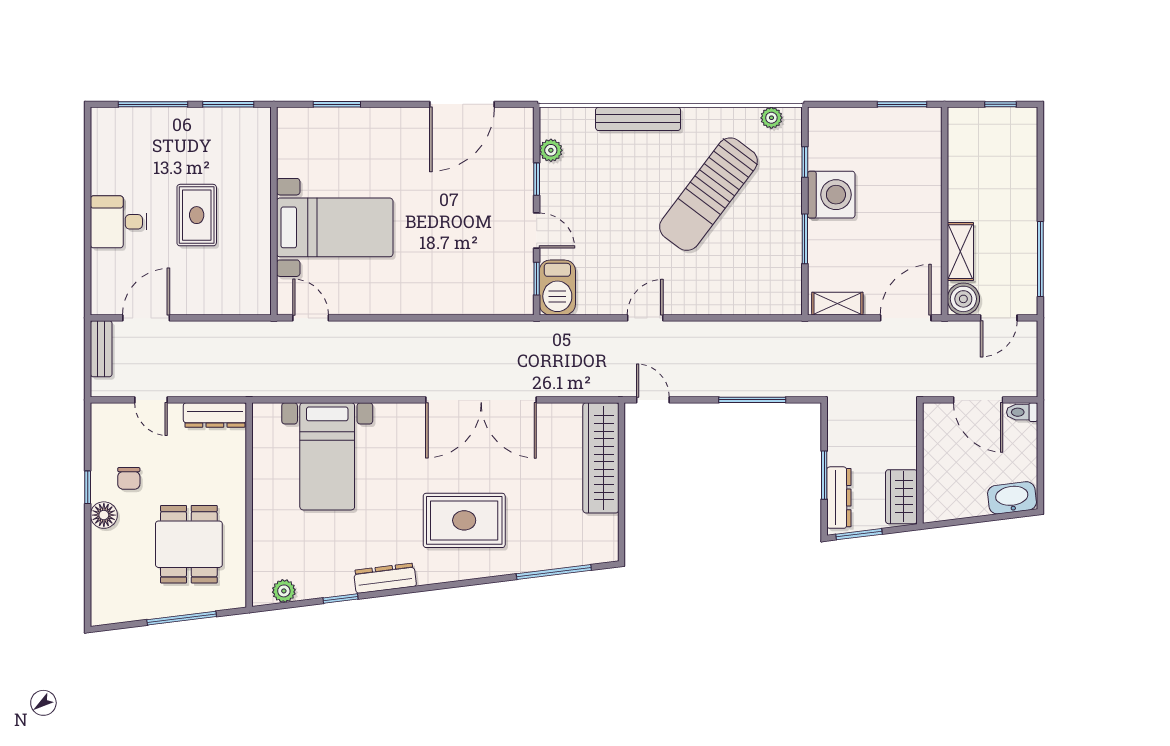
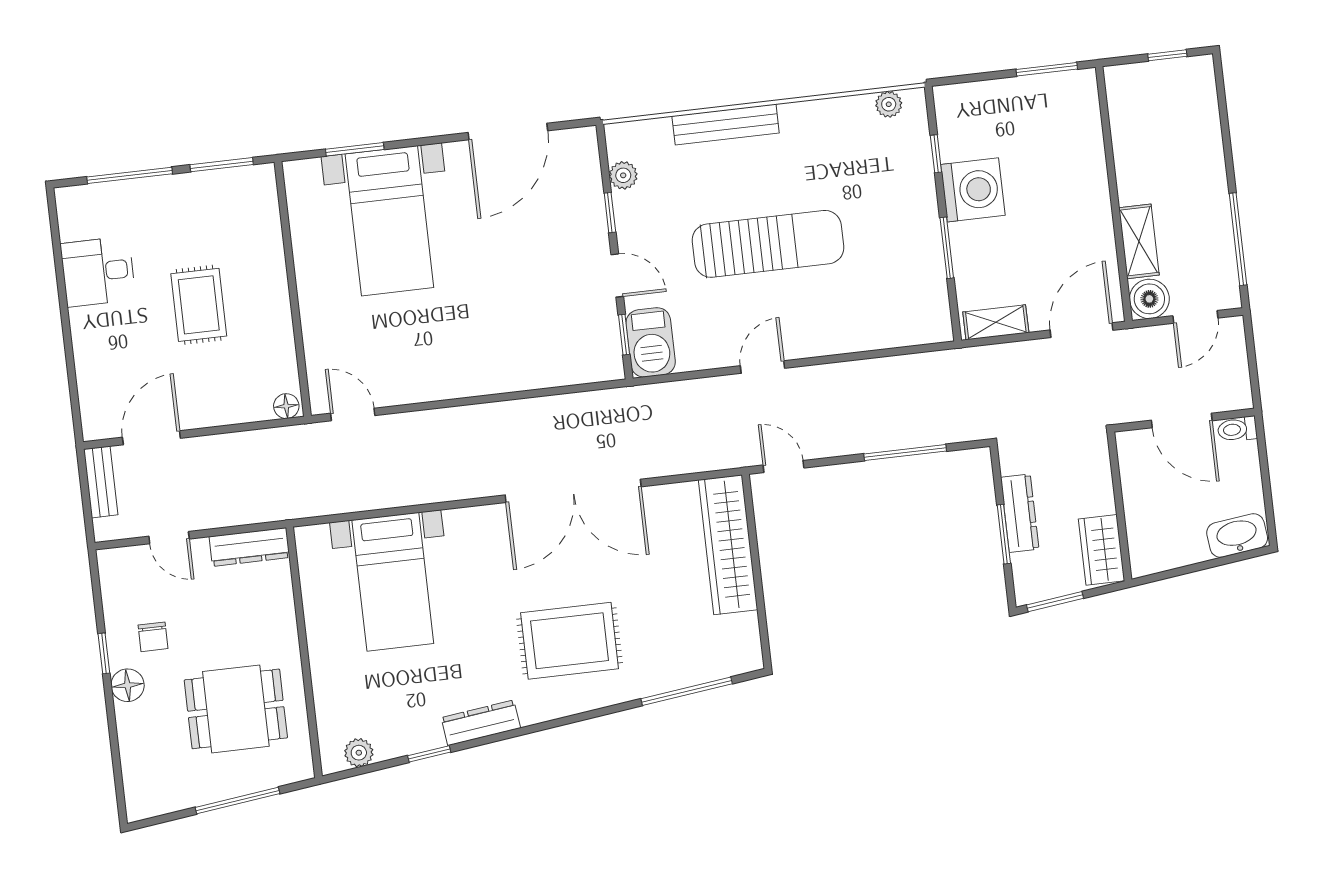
sun lounger: (708, 194) -> (768, 244), moved, turned -127
desk: (119, 222) -> (98, 272), moved
bed with nightstands: (335, 227) -> (389, 221), moved, turned 90
floor lamp: (258, 305) -> (286, 406), added
dresser: (839, 498) -> (1020, 513), moved
dining table: (189, 544) -> (236, 709), turned 90

